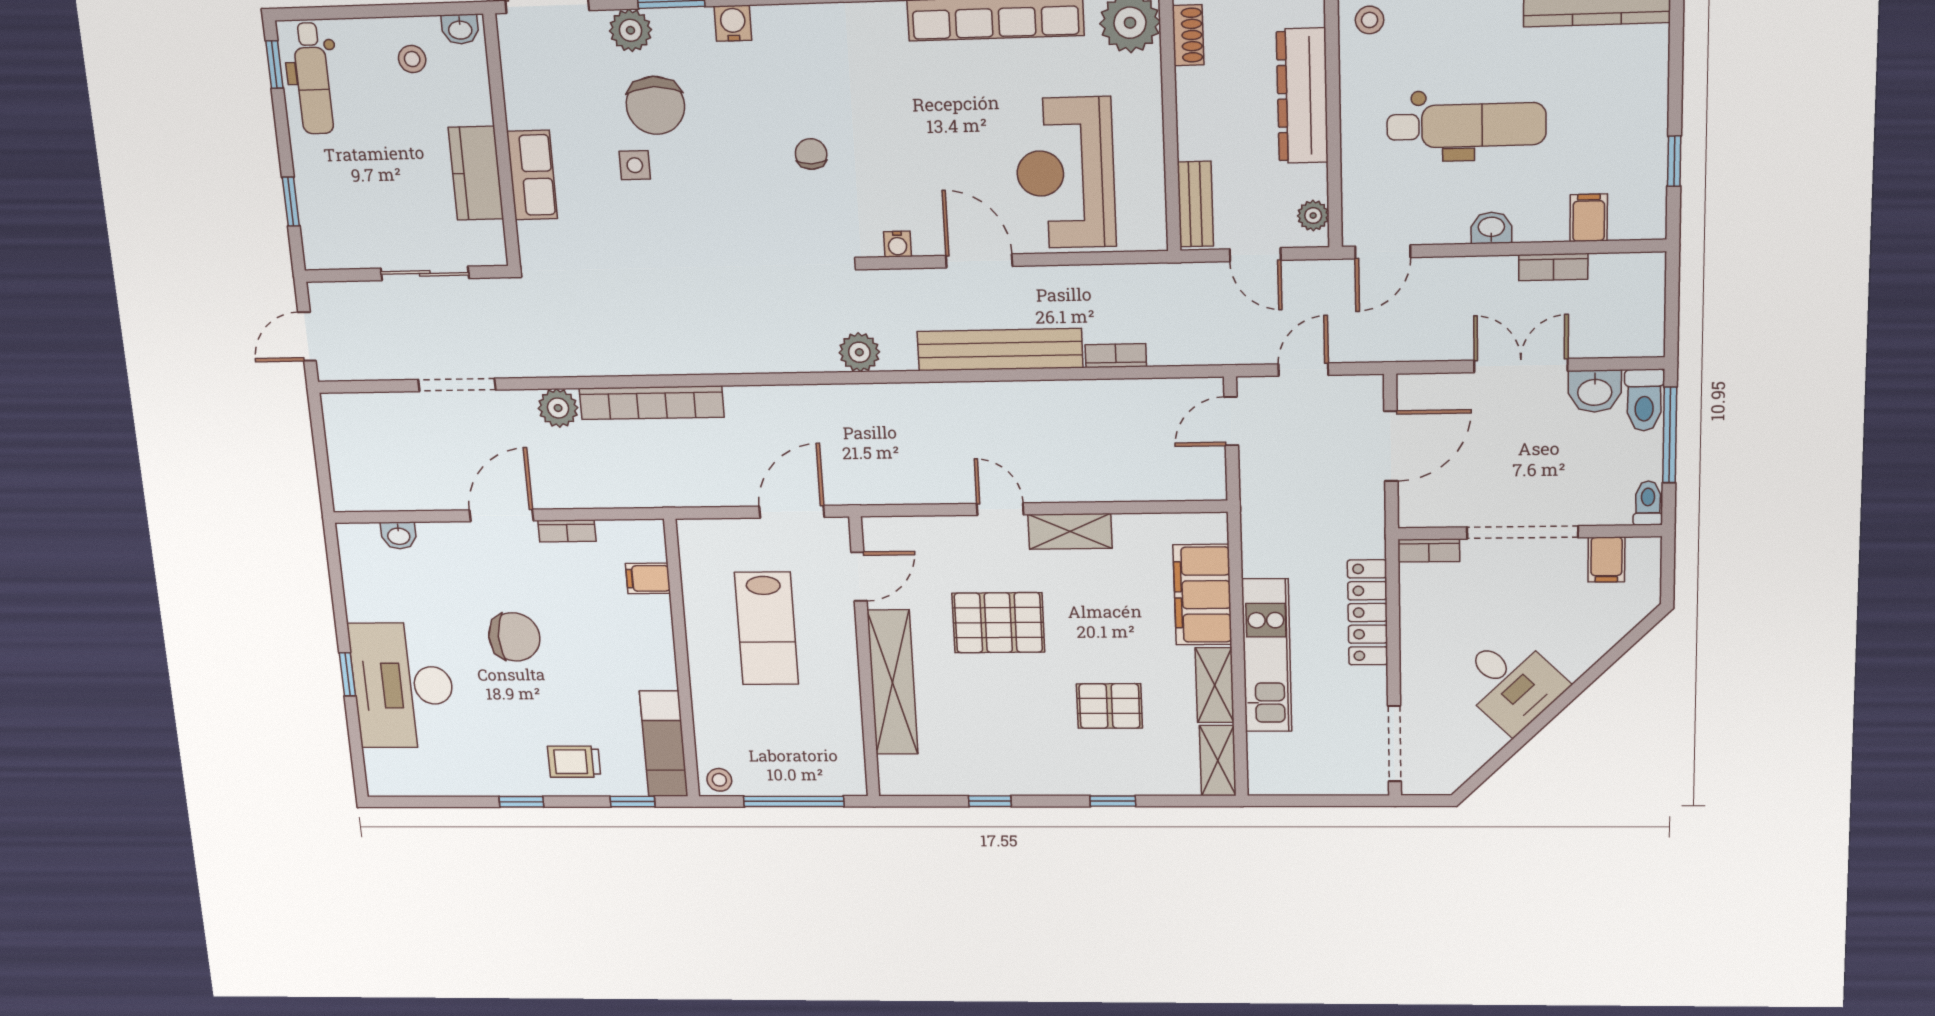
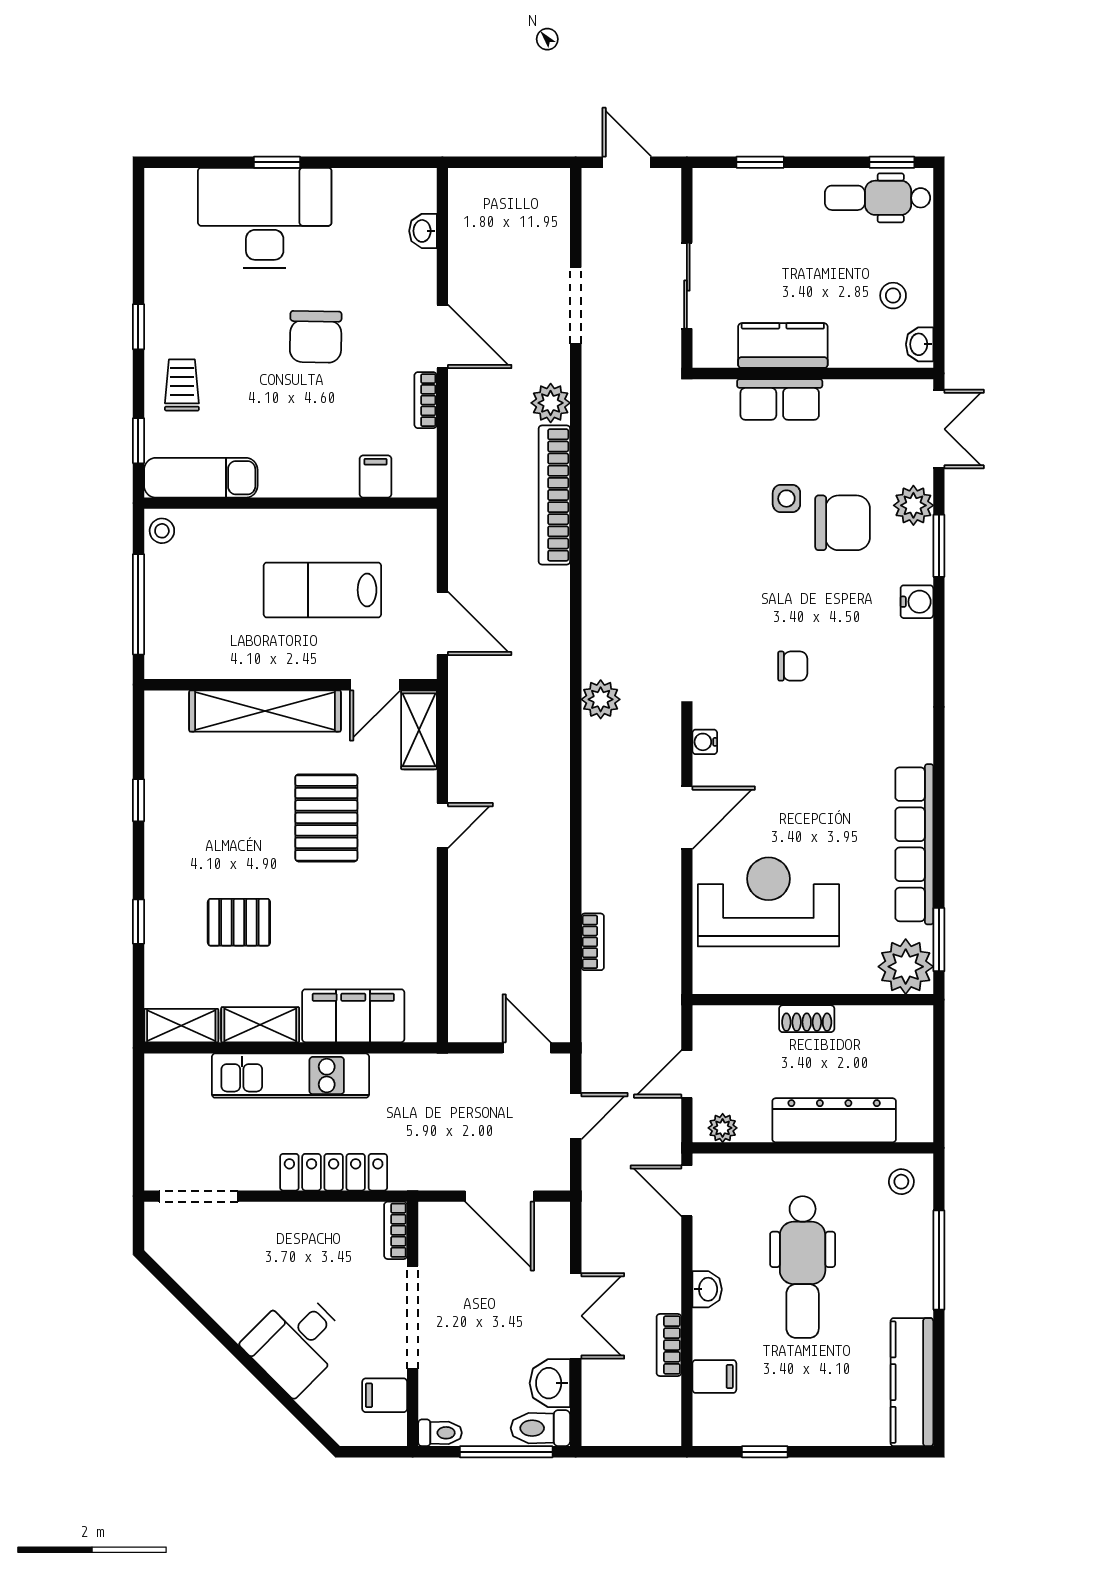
shoe rack: (1188, 35) -> (807, 1019), moved
chair: (655, 105) -> (843, 523), turned 180
bench: (1195, 204) -> (736, 1021), removed
bench: (1000, 350) -> (601, 833), removed
door: (1303, 370) -> (576, 1116), hinge flipped
shelving: (1070, 531) -> (419, 730), moved
door: (859, 577) -> (375, 685), hinge flipped
desk: (1511, 683) -> (296, 1342), moved
pallet: (1109, 706) -> (239, 922), turned 90

